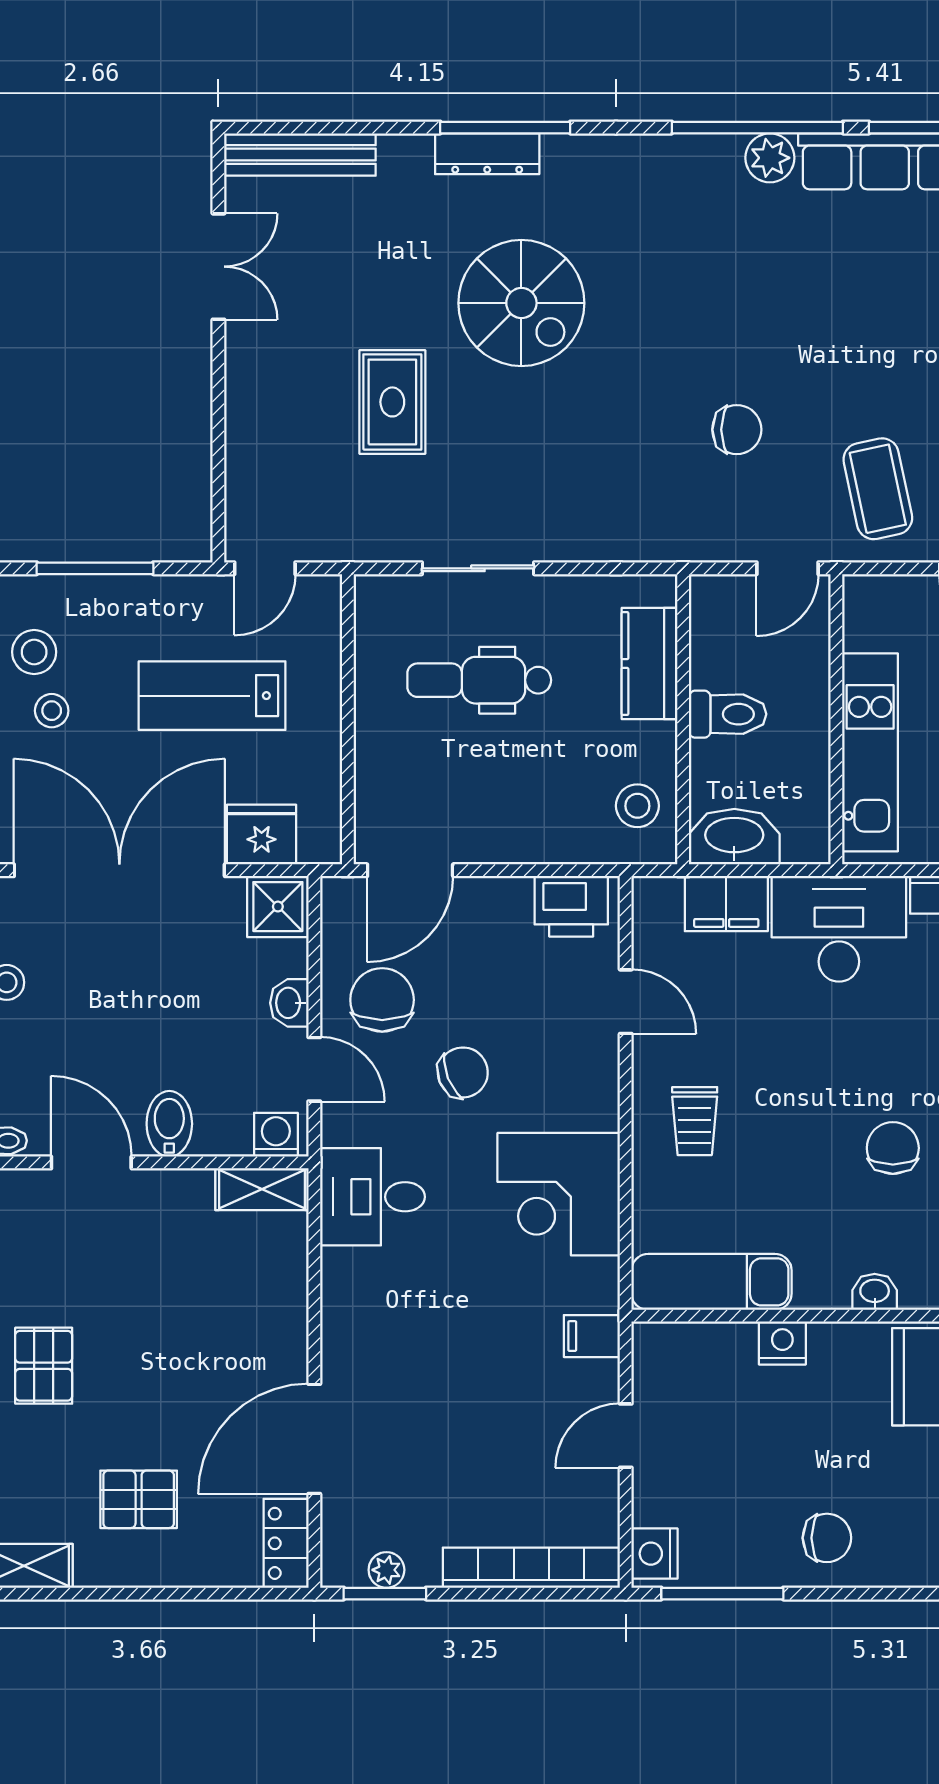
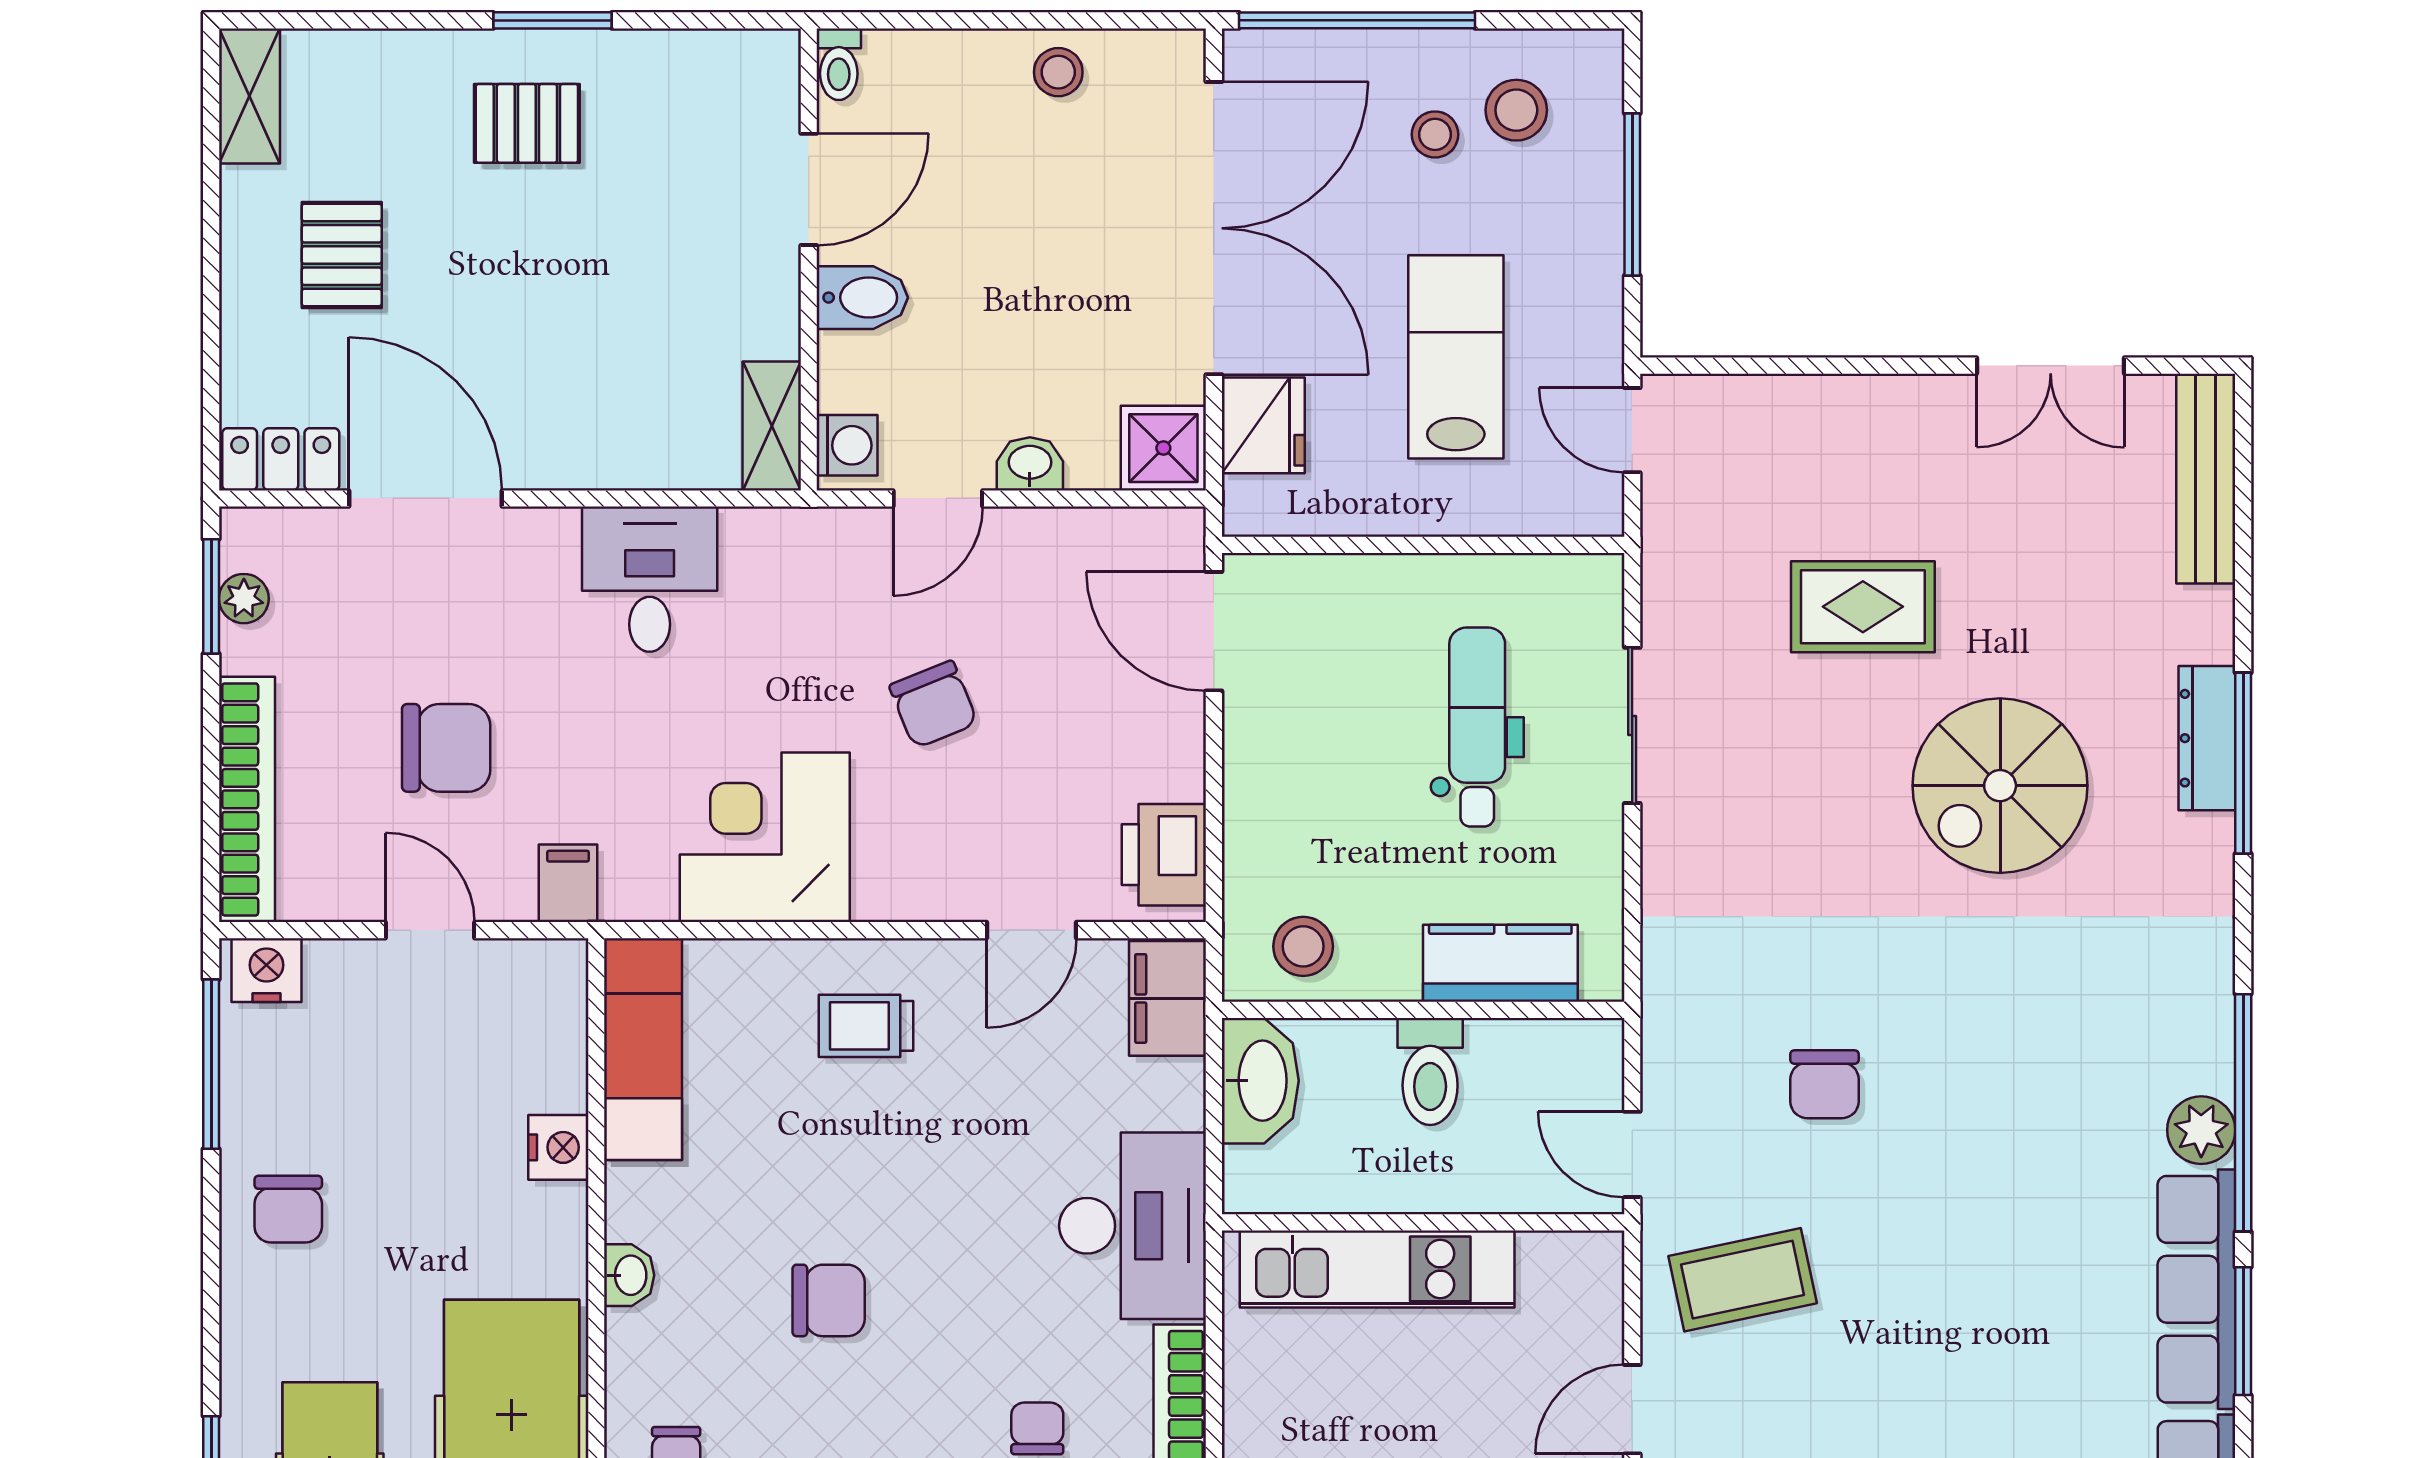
filing cabinet: (726, 904) -> (1168, 998), moved
chair: (382, 1000) -> (446, 748), moved
desk: (372, 1197) -> (650, 579), moved

